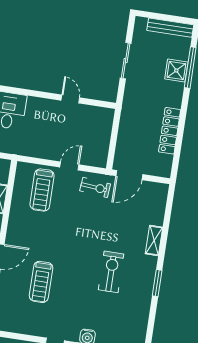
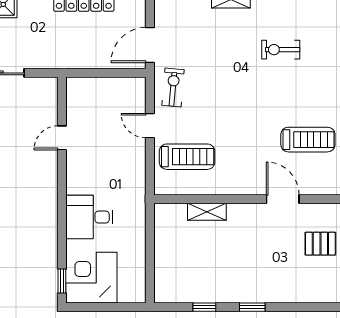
door: (129, 175) -> (150, 45), swing flipped
exercise bike: (111, 272) -> (281, 50), width x0.73, depth x0.72

